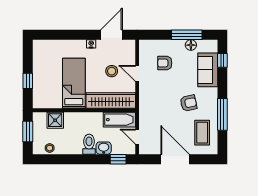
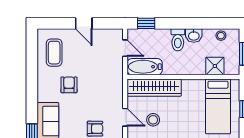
bed: (74, 83) -> (218, 106), moved
armchair: (189, 103) -> (69, 85), turned 102
window: (222, 114) -> (32, 72), removed
washbasin: (104, 148) -> (194, 36), moved
door: (175, 159) -> (84, 23), width x0.53

